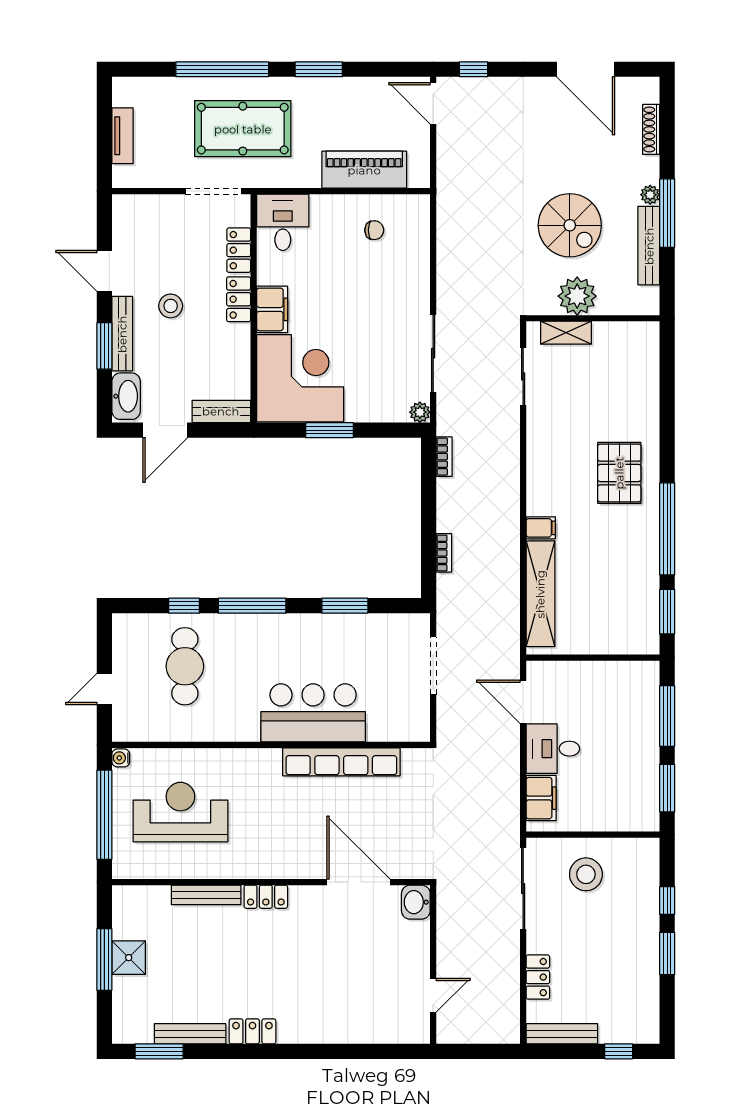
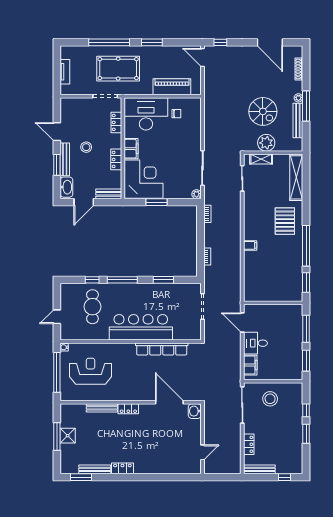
desk: (283, 222) -> (146, 114), width x1.87, depth x1.30
locker: (239, 299) -> (116, 159), moved
shelving: (540, 594) -> (296, 177), moved
bar counter: (313, 713) -> (141, 327), width x1.36

